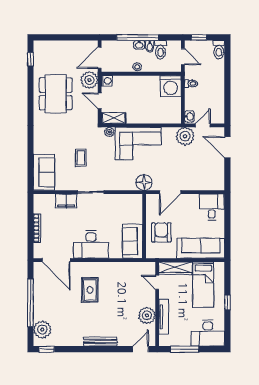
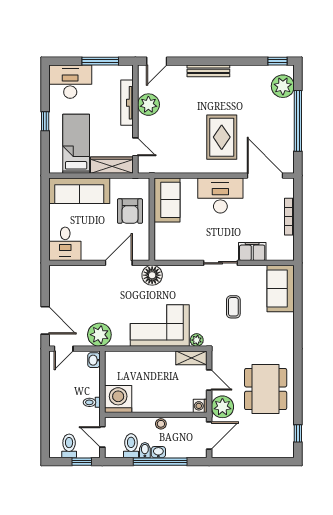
toilet: (219, 50) -> (69, 446), moved
door: (203, 125) -> (64, 349), moved
rug: (90, 290) -> (222, 137), width x1.36, depth x1.43

